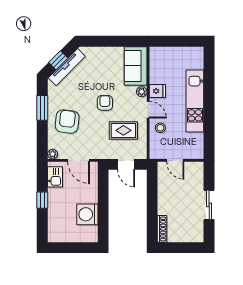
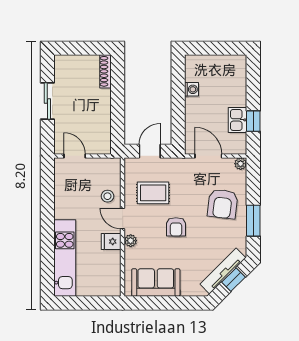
sofa: (136, 66) -> (156, 283), moved, turned -90
kitchen unit: (195, 101) -> (65, 258), moved
door: (175, 160) -> (75, 156), moved
door: (126, 164) -> (150, 151), hinge flipped
kitchen sink: (55, 177) -> (238, 120), moved
window: (42, 200) -> (253, 121), moved
washing machine: (87, 214) -> (191, 89), width x0.53, depth x0.53

